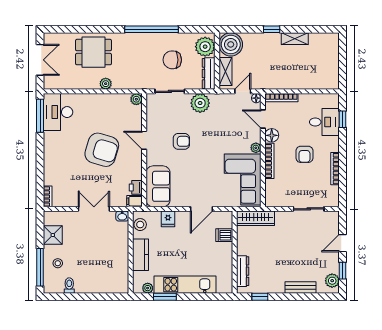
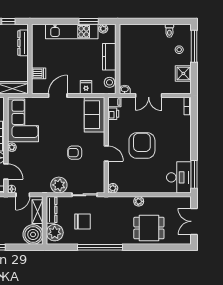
armchair: (102, 150) -> (142, 146), turned 73

